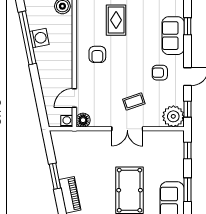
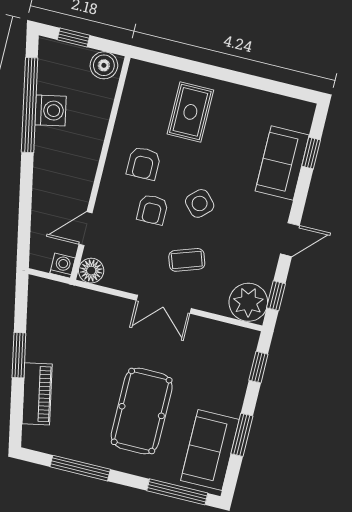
side table: (133, 69) -> (200, 203), added
armchair: (160, 73) -> (152, 210), moved, turned -90

